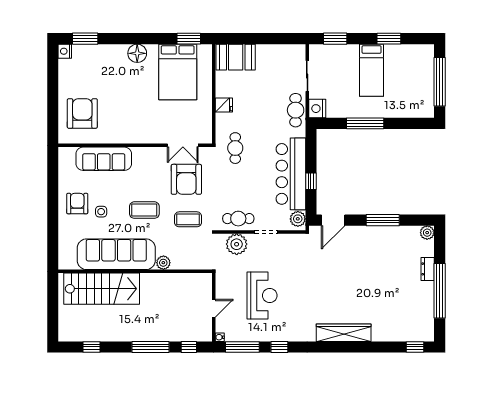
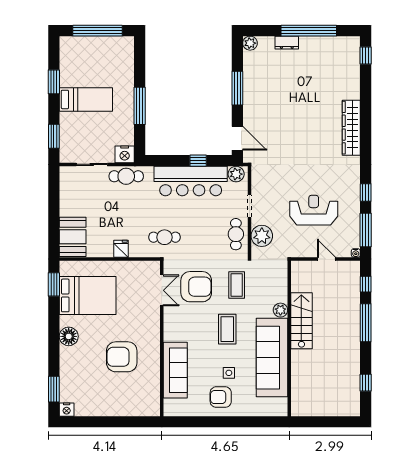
armchair: (82, 113) -> (122, 357), moved
stairs: (102, 289) -> (301, 321), moved, width x0.73, depth x0.66

